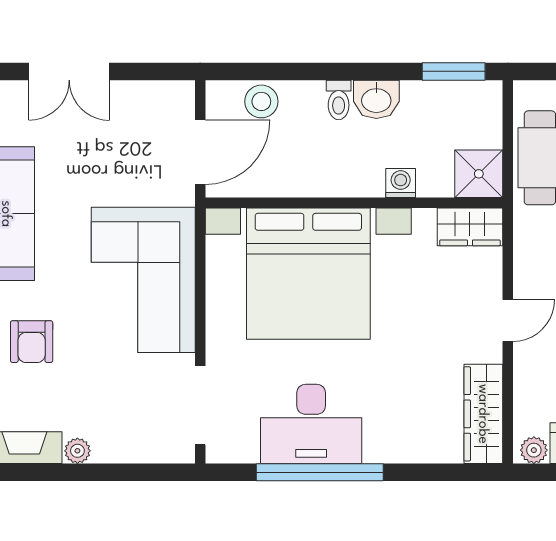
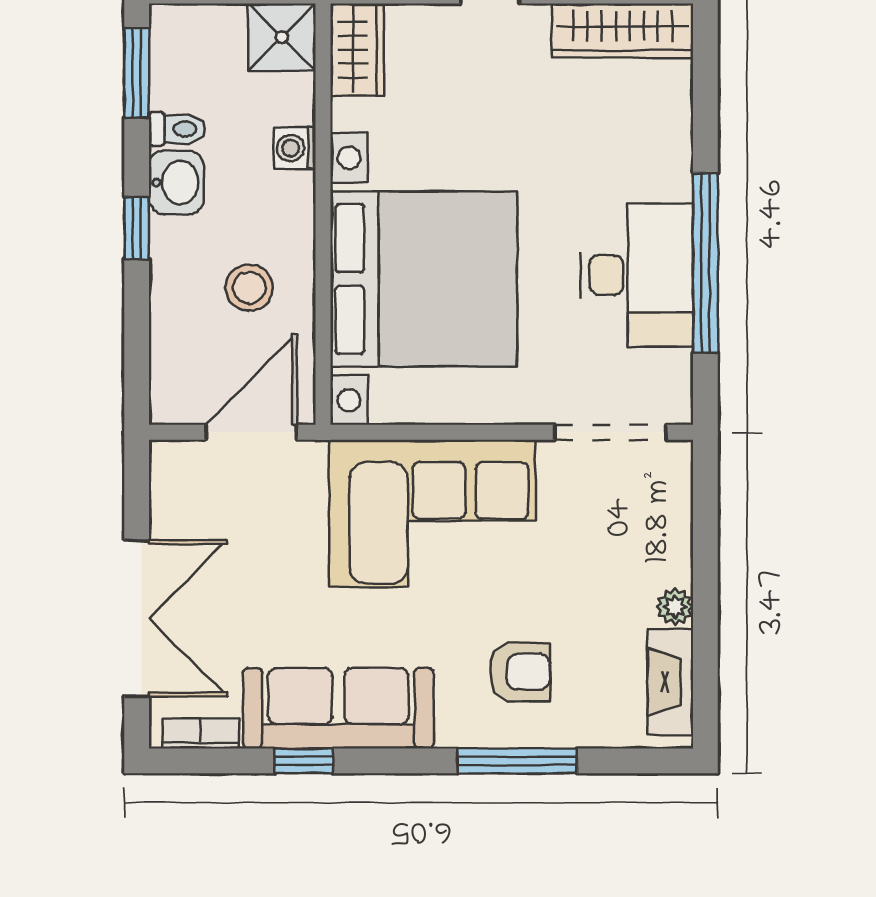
double door: (69, 71) -> (137, 618), width x1.37
window: (344, 71) -> (137, 228), added
toilet: (339, 100) -> (177, 129), moved
stool: (261, 101) -> (249, 288), moved
door: (200, 152) -> (251, 432), hinge flipped

